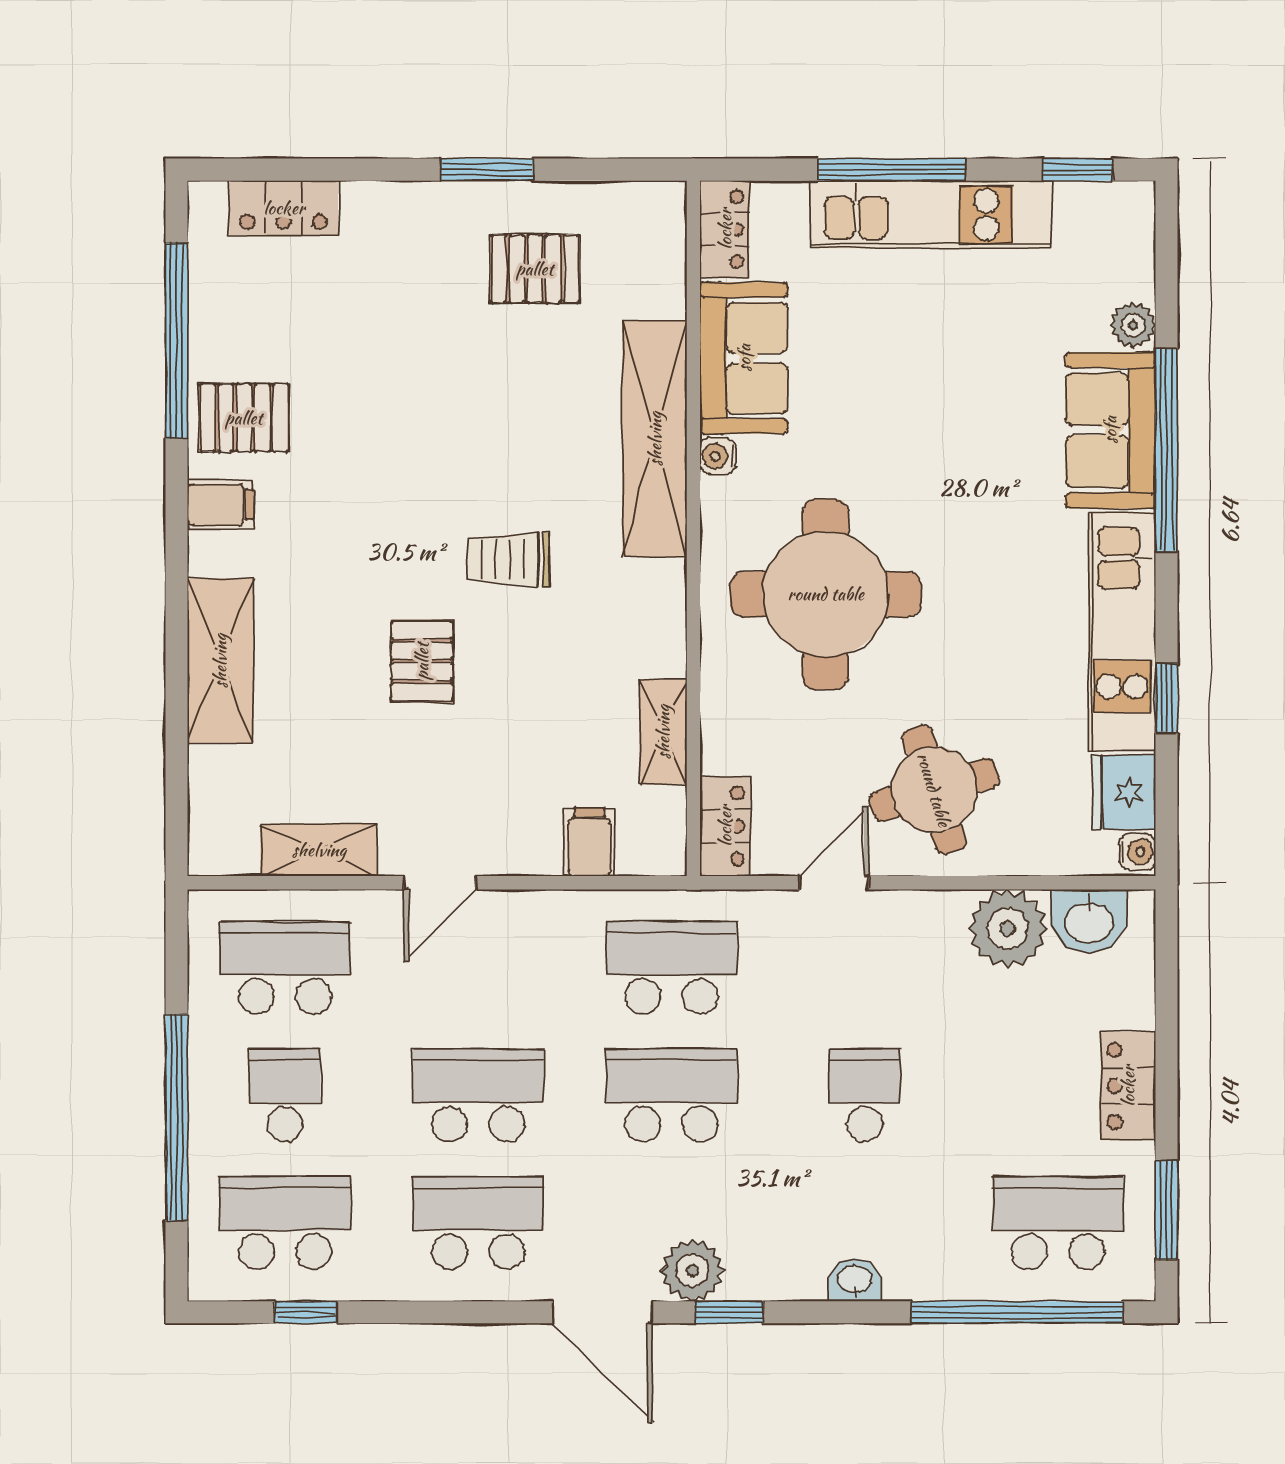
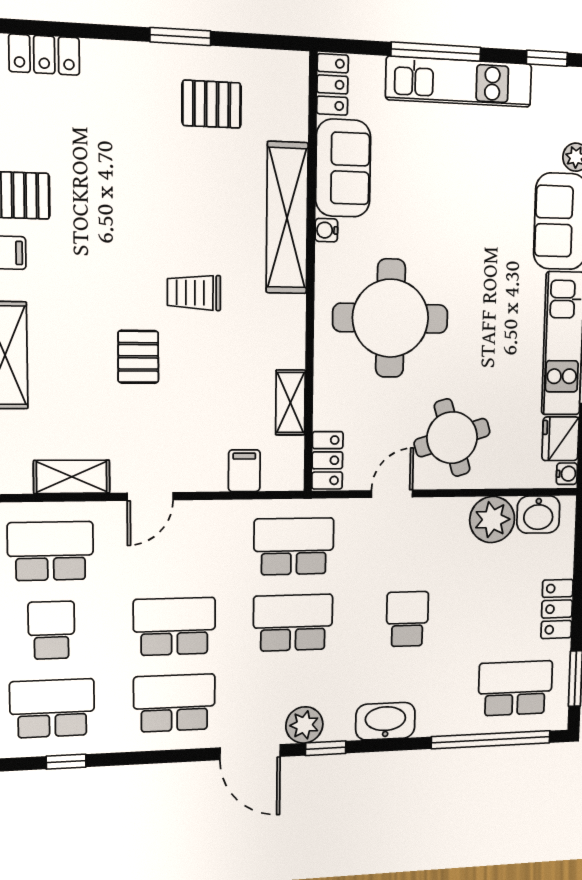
washbasin: (855, 1280) -> (385, 721), width x1.91, depth x1.45

